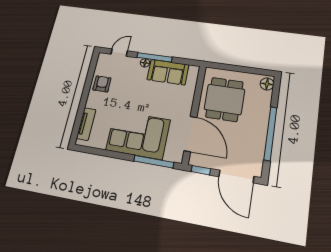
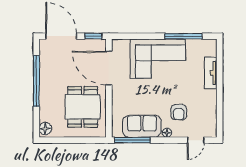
window: (155, 57) -> (132, 140), moved
armchair: (102, 84) -> (179, 112), moved
tv unit: (86, 124) -> (211, 73), moved
window: (154, 162) -> (183, 36), moved

